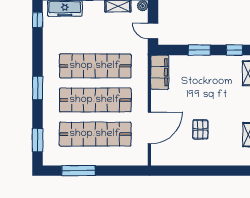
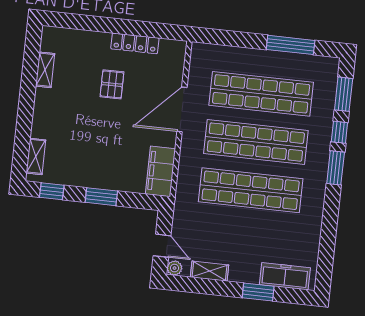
window: (38, 20) -> (339, 132), moved
door: (153, 31) -> (162, 246), moved
door: (149, 128) -> (182, 109), moved
locker: (187, 160) -> (135, 43), added

